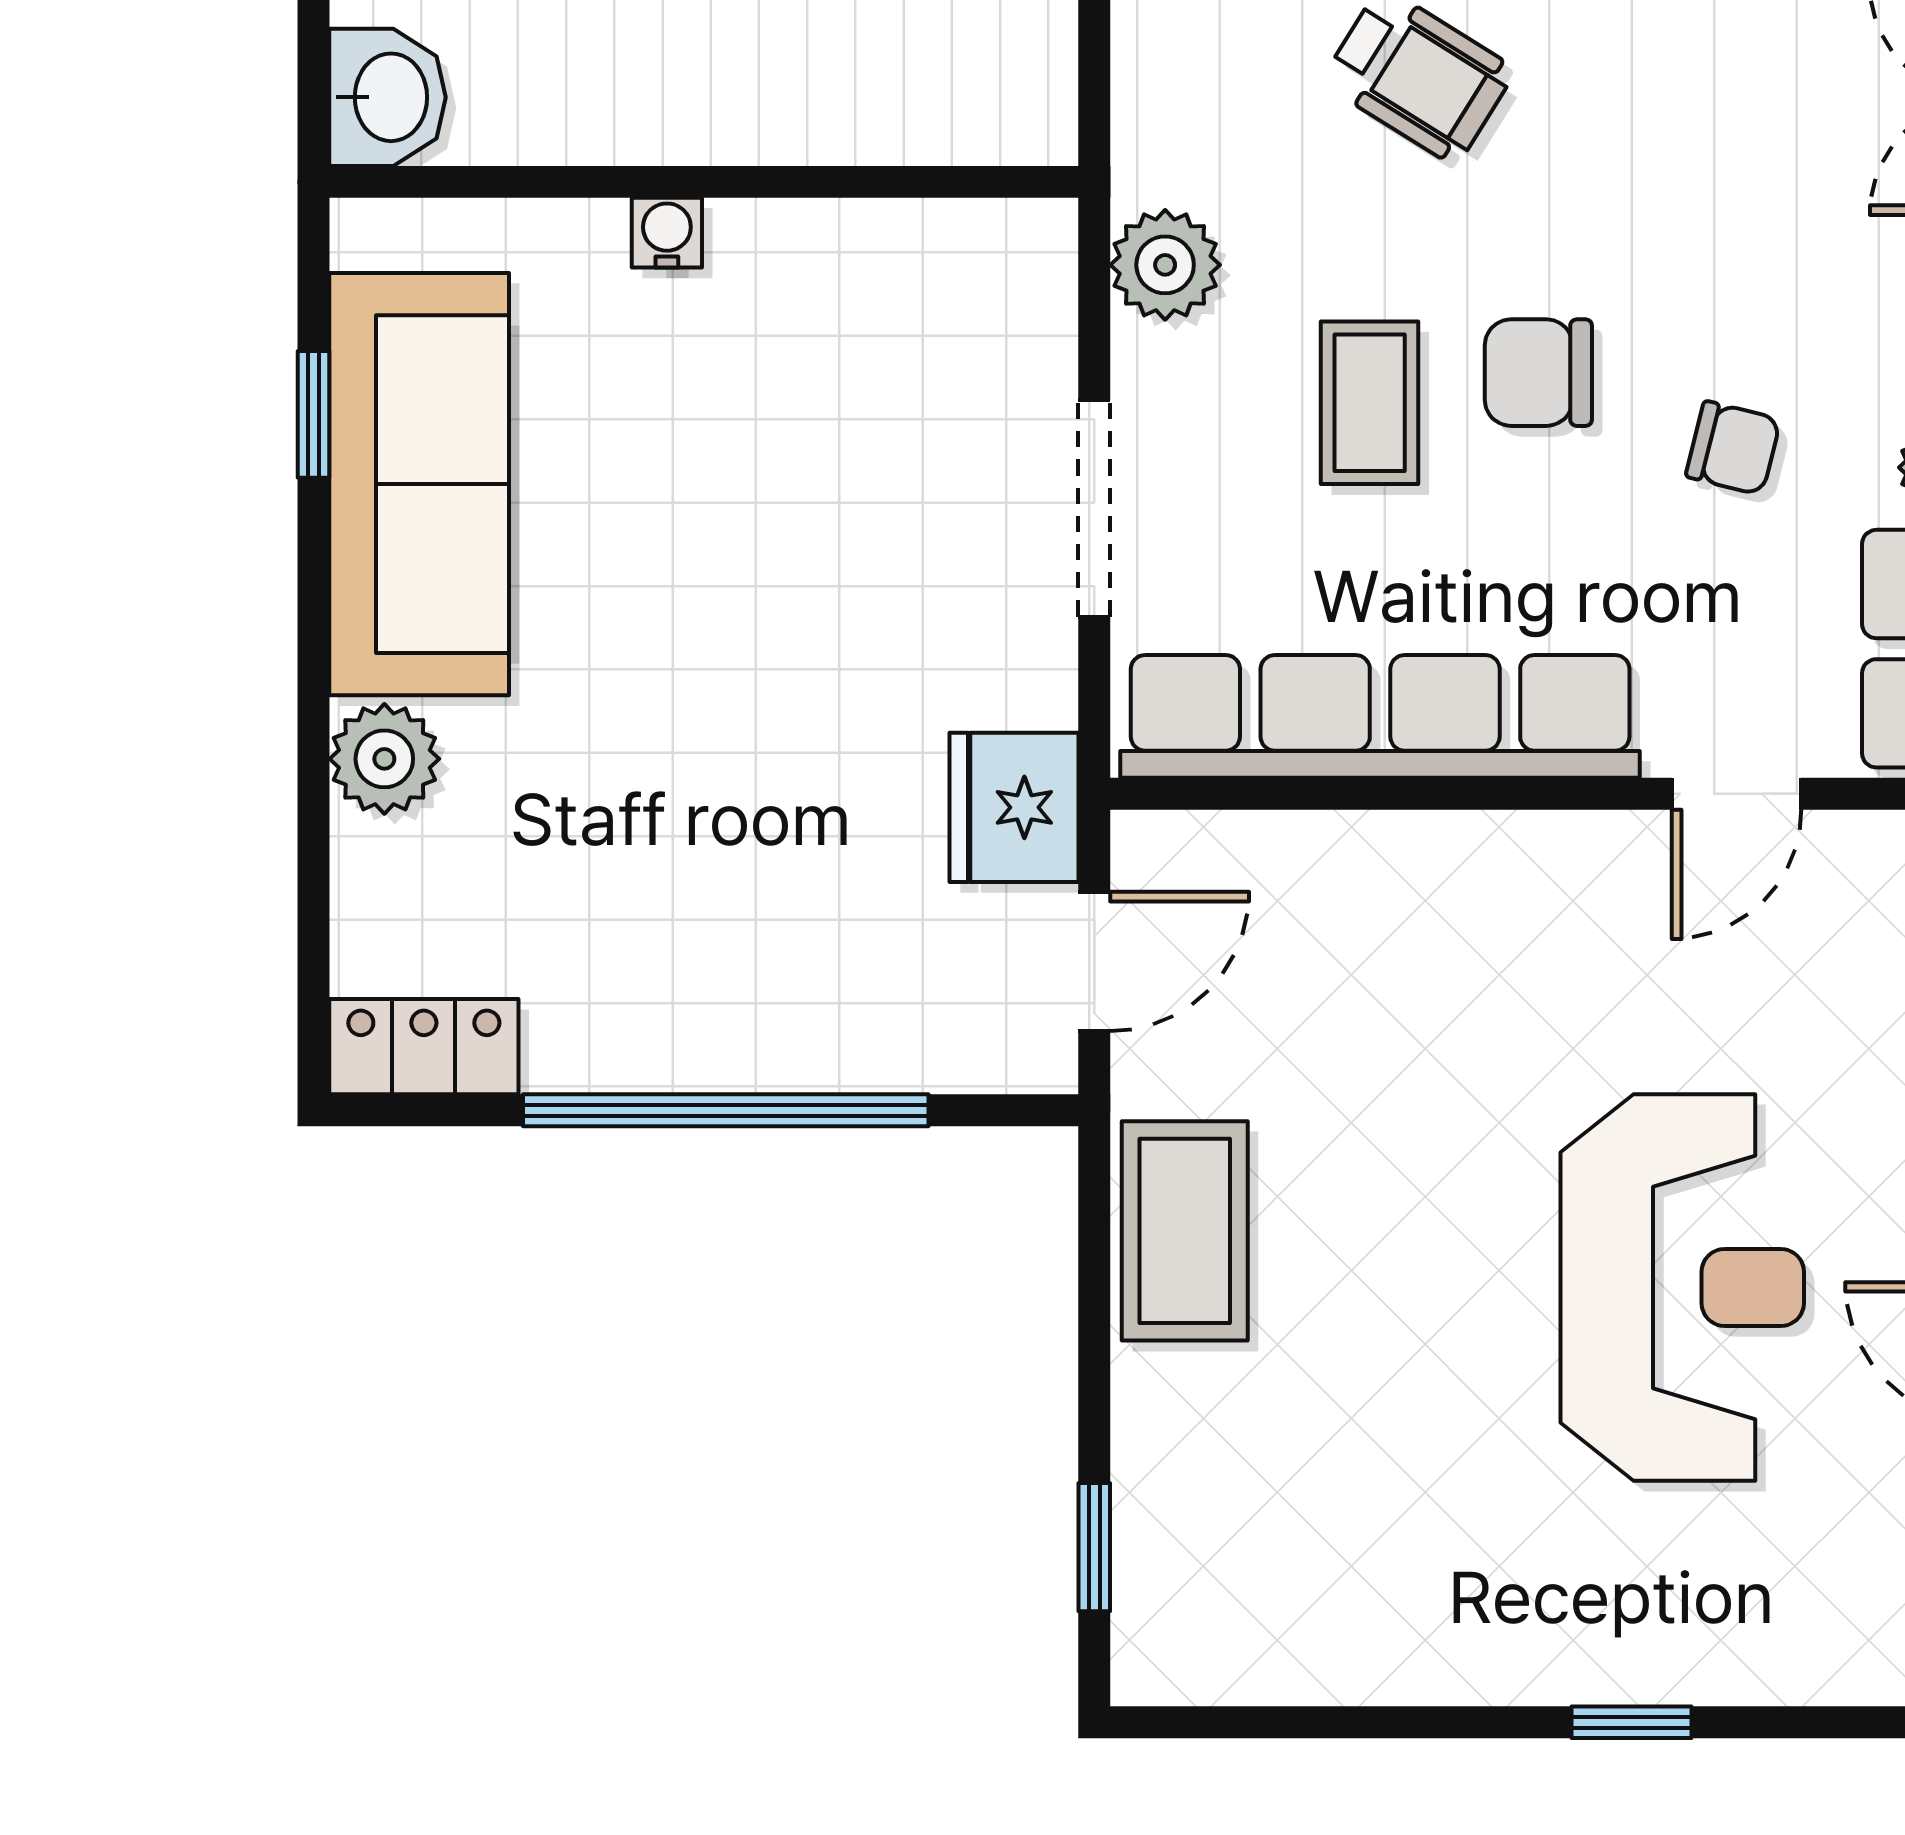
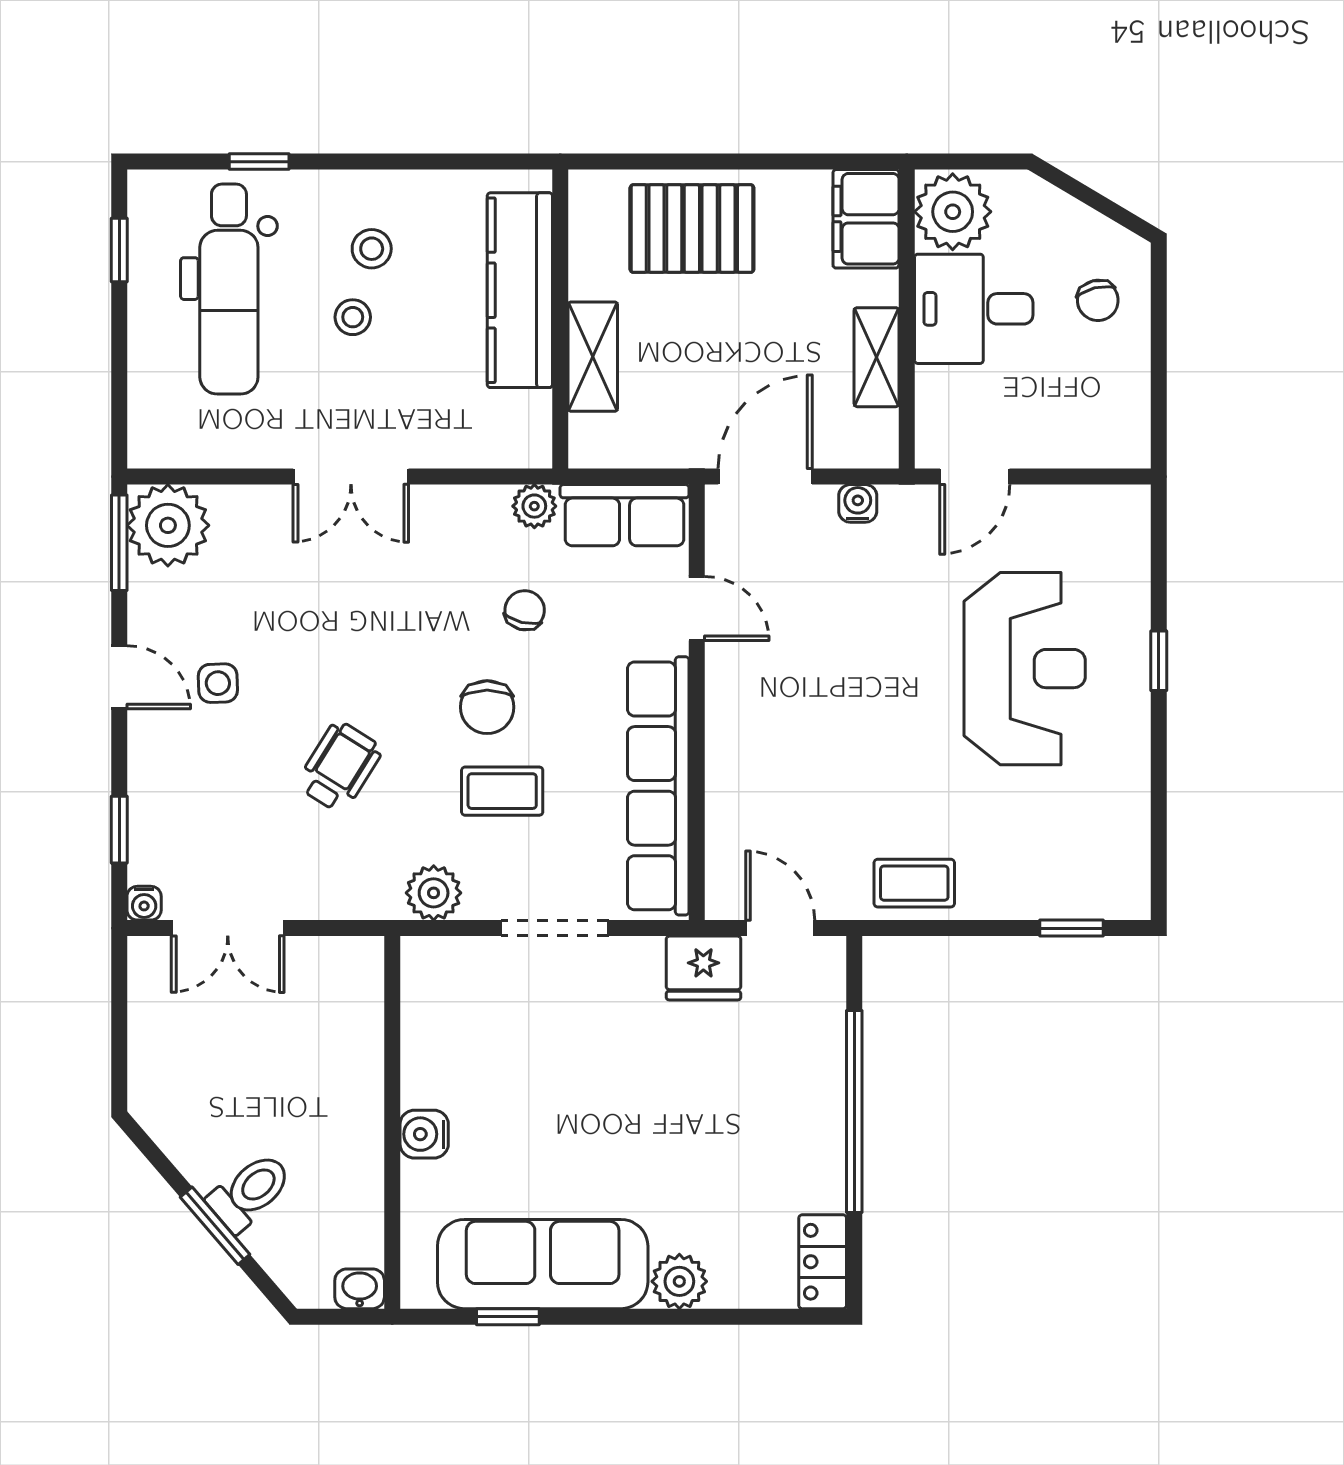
washbasin: (387, 97) -> (360, 1289), width x0.72, depth x0.69
water cooler: (667, 233) -> (424, 1134), width x1.38, depth x1.38
coffee table: (1185, 1231) -> (914, 883), width x0.73, depth x0.77
reception desk: (1682, 1287) -> (1025, 669), moved, turned 90

